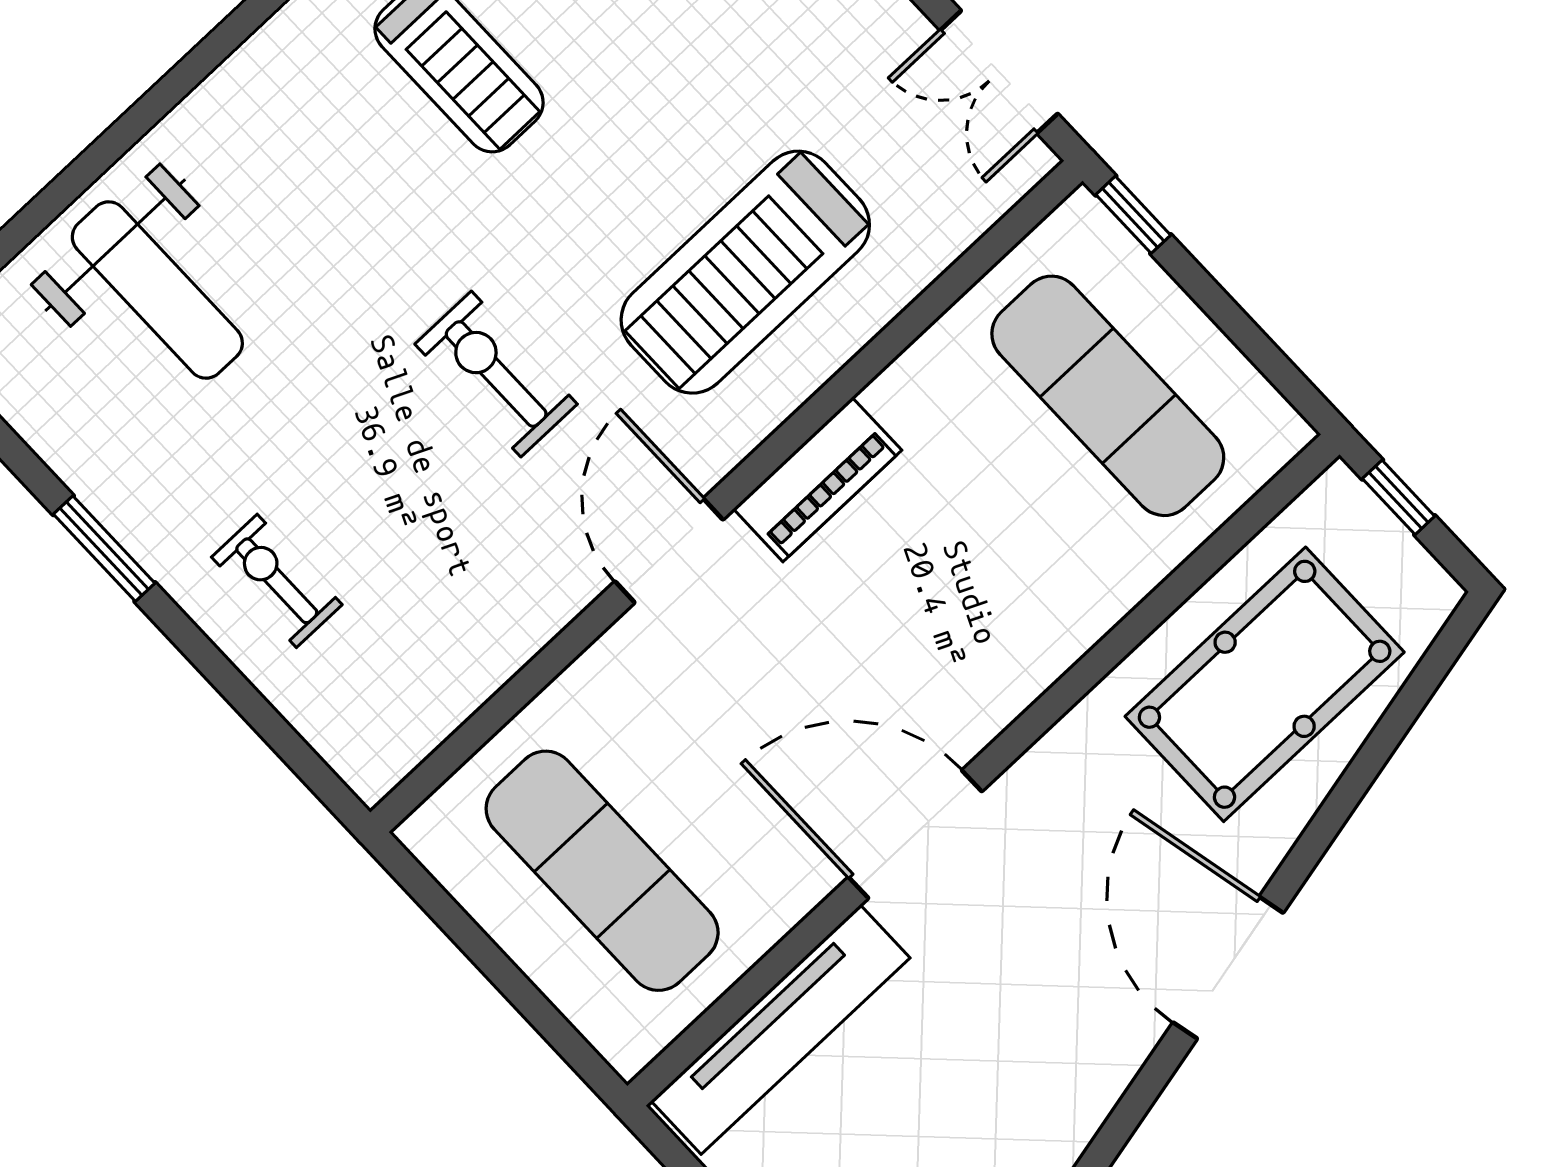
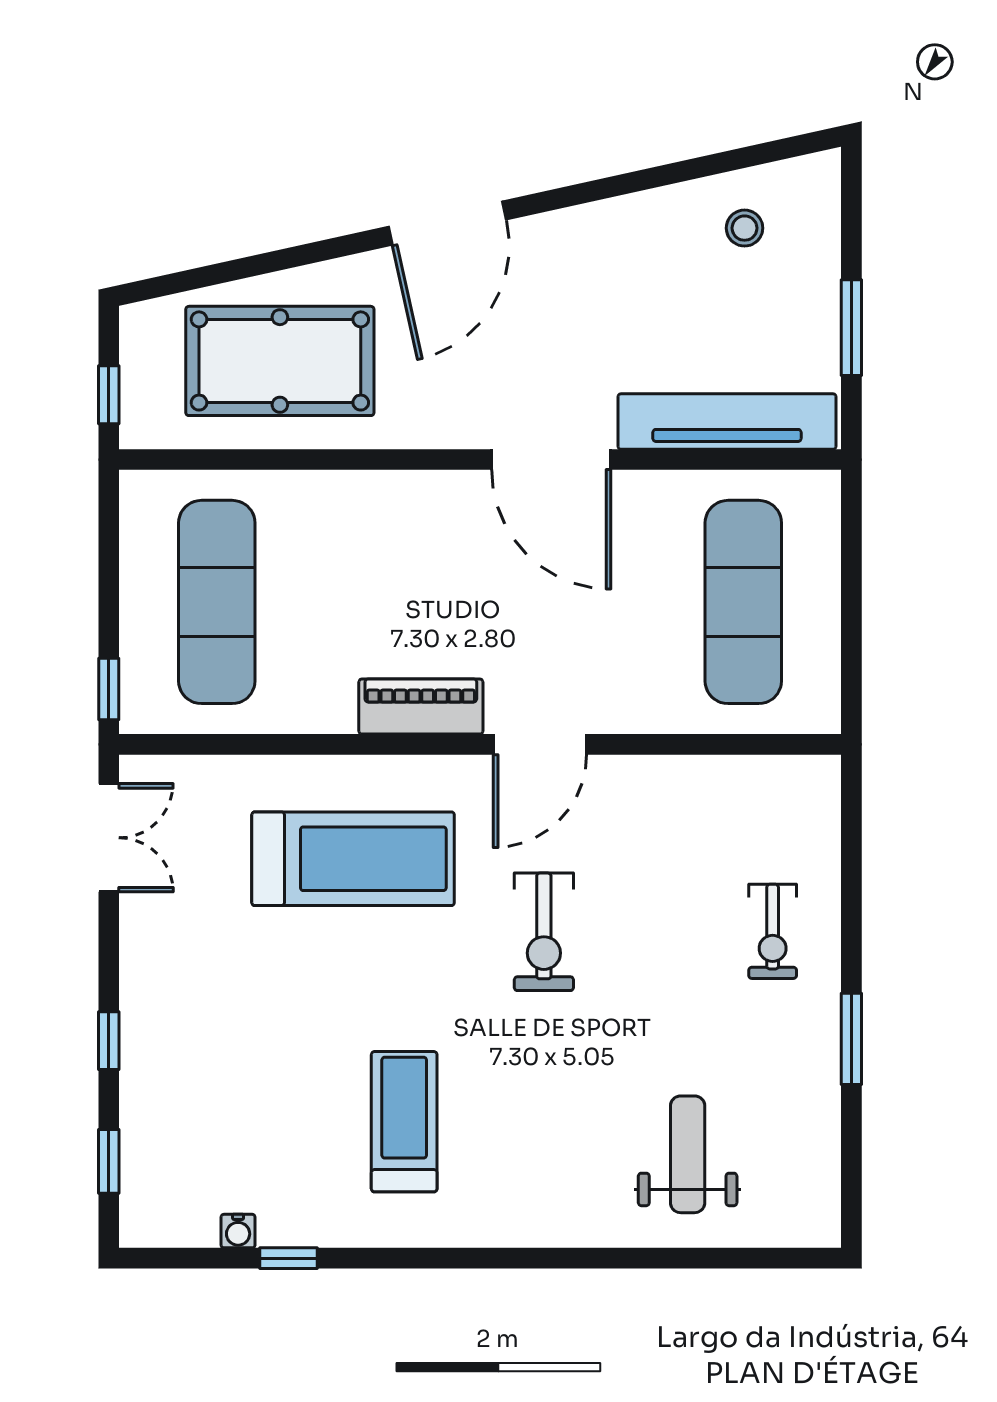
weight bench: (157, 290) -> (688, 1154), width x0.73, depth x0.75

